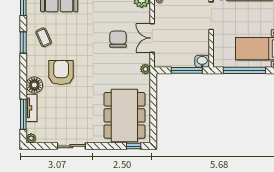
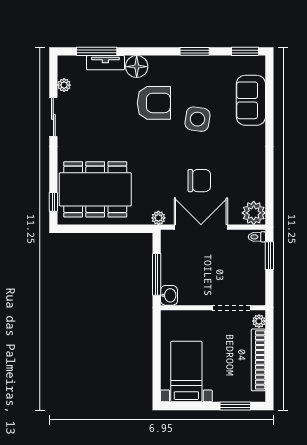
coffee table: (44, 37) -> (202, 79), removed
double door: (152, 38) -> (201, 227), width x1.37
side table: (73, 40) -> (197, 119), added
window: (244, 70) -> (157, 353), removed
plant: (31, 138) -> (64, 85), moved

